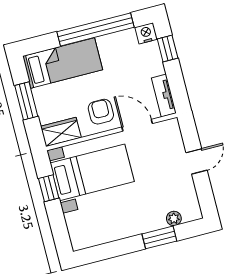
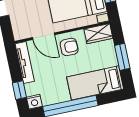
tv unit: (164, 95) -> (25, 62), width x1.41
armchair: (101, 112) -> (69, 47), turned -90

